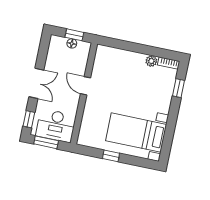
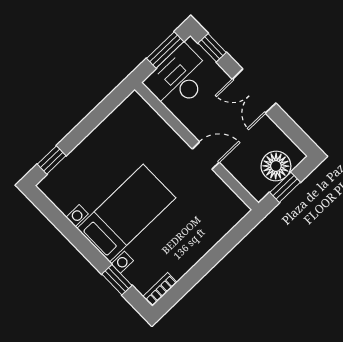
floor lamp: (72, 43) -> (276, 166), width x1.89, depth x1.89
plant: (151, 61) -> (179, 268), removed
bed with nightstands: (136, 133) -> (126, 213), moved
window: (111, 156) -> (52, 160), moved

